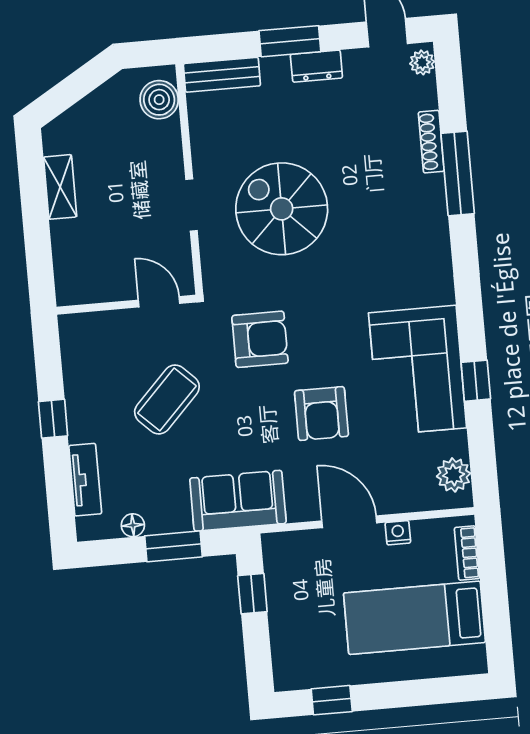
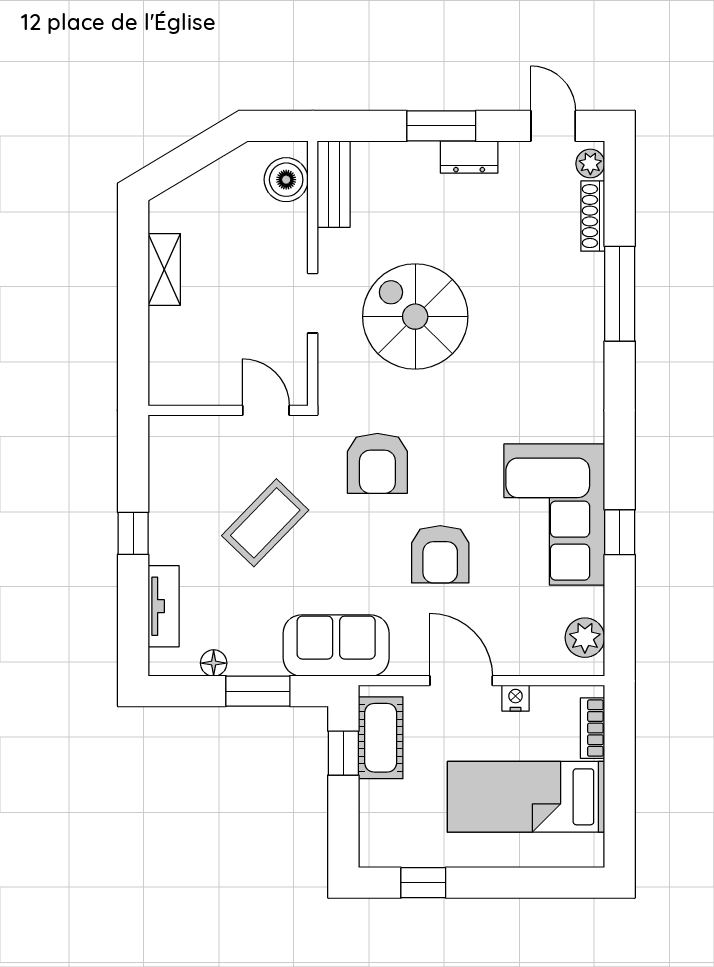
bench: (222, 75) -> (334, 184), moved, turned 90
shoe rack: (431, 142) -> (593, 216), moved
armchair: (260, 339) -> (377, 463), turned 90
cot: (284, 577) -> (381, 738), added

